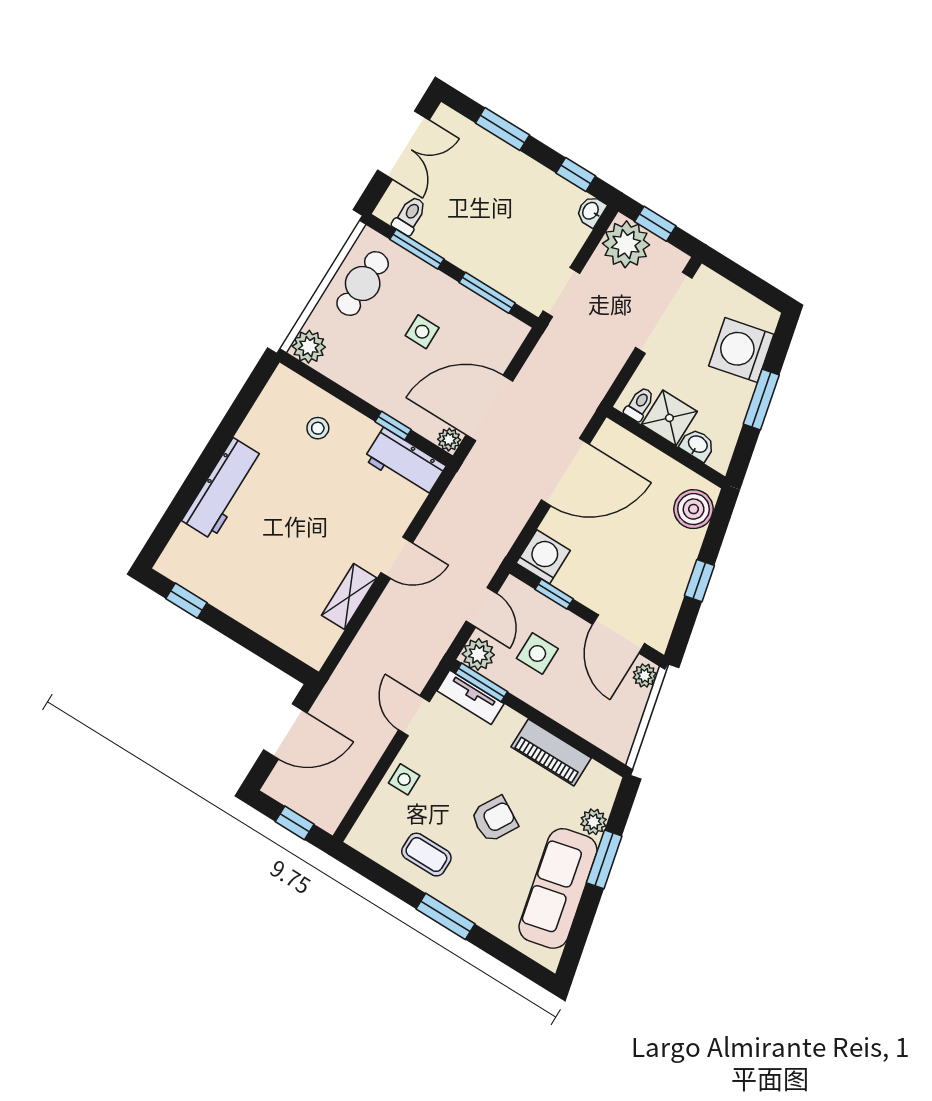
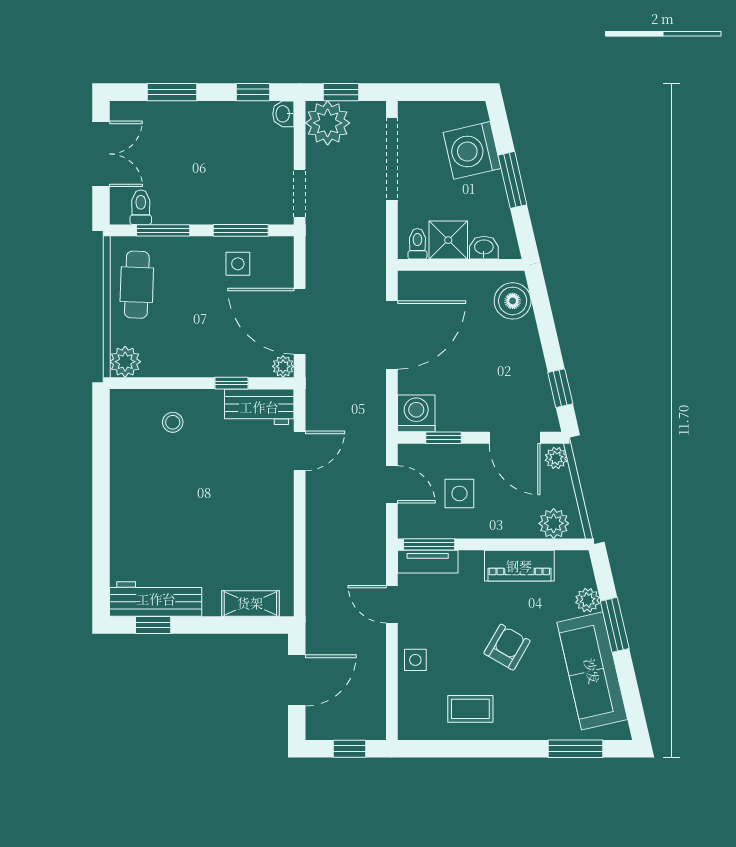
side table: (422, 332) -> (238, 264), moved
door: (489, 408) -> (300, 321), hinge flipped
workbench: (223, 489) -> (156, 599), moved, turned -90
door: (397, 558) -> (300, 451), moved
window: (699, 581) -> (560, 388), moved
shelving: (349, 597) -> (250, 603), moved, turned 90
plant: (478, 654) -> (554, 523), moved
window: (445, 916) -> (575, 749), moved

